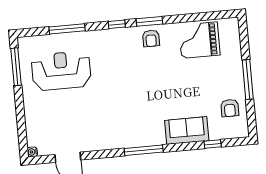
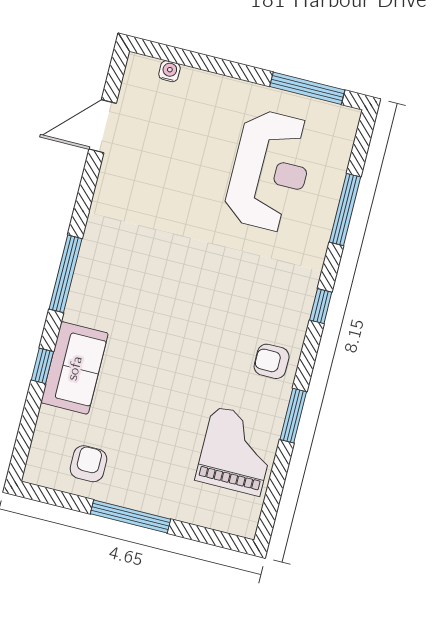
window: (149, 21) -> (293, 416), moved
armchair: (230, 108) -> (88, 464), turned 90
window: (213, 144) -> (42, 366), moved
water cooler: (32, 152) -> (169, 71), moved

